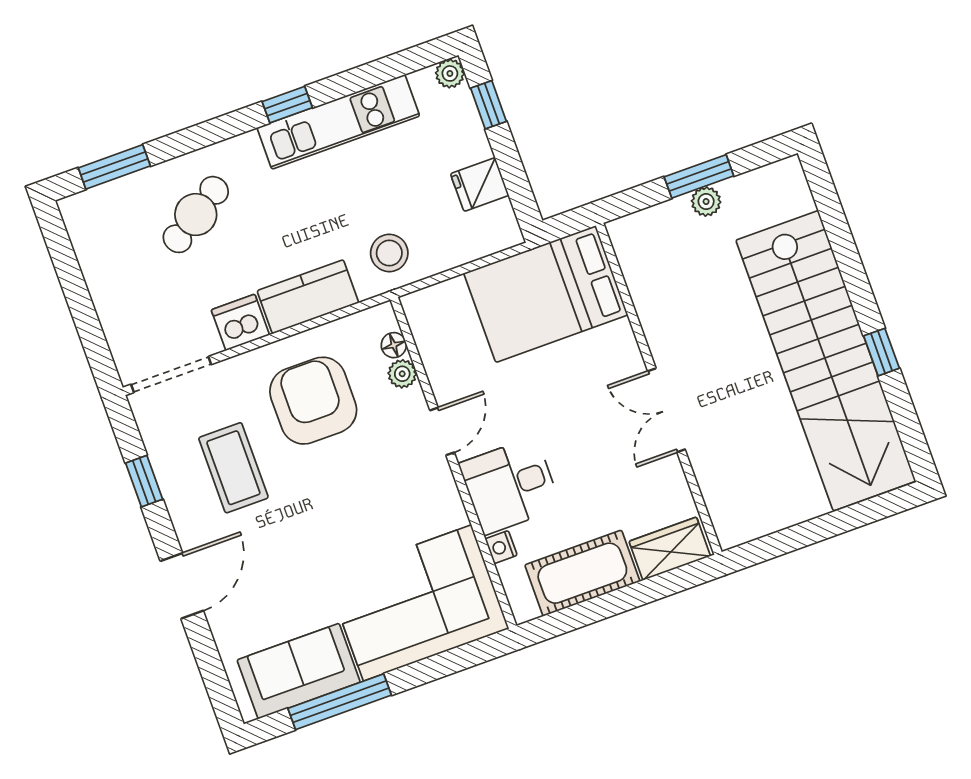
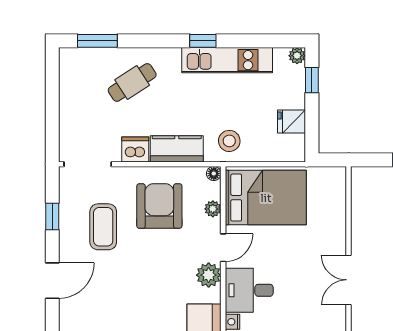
bed: (546, 294) -> (266, 198), moved, turned 180
floor lamp: (394, 345) -> (214, 174), moved
plant: (434, 485) -> (209, 275), added

